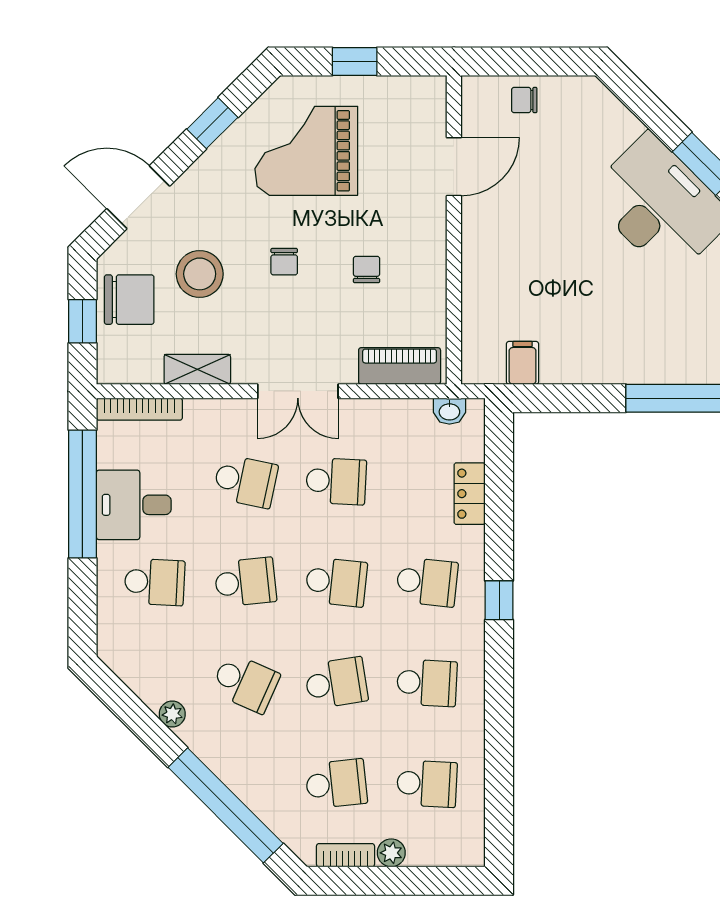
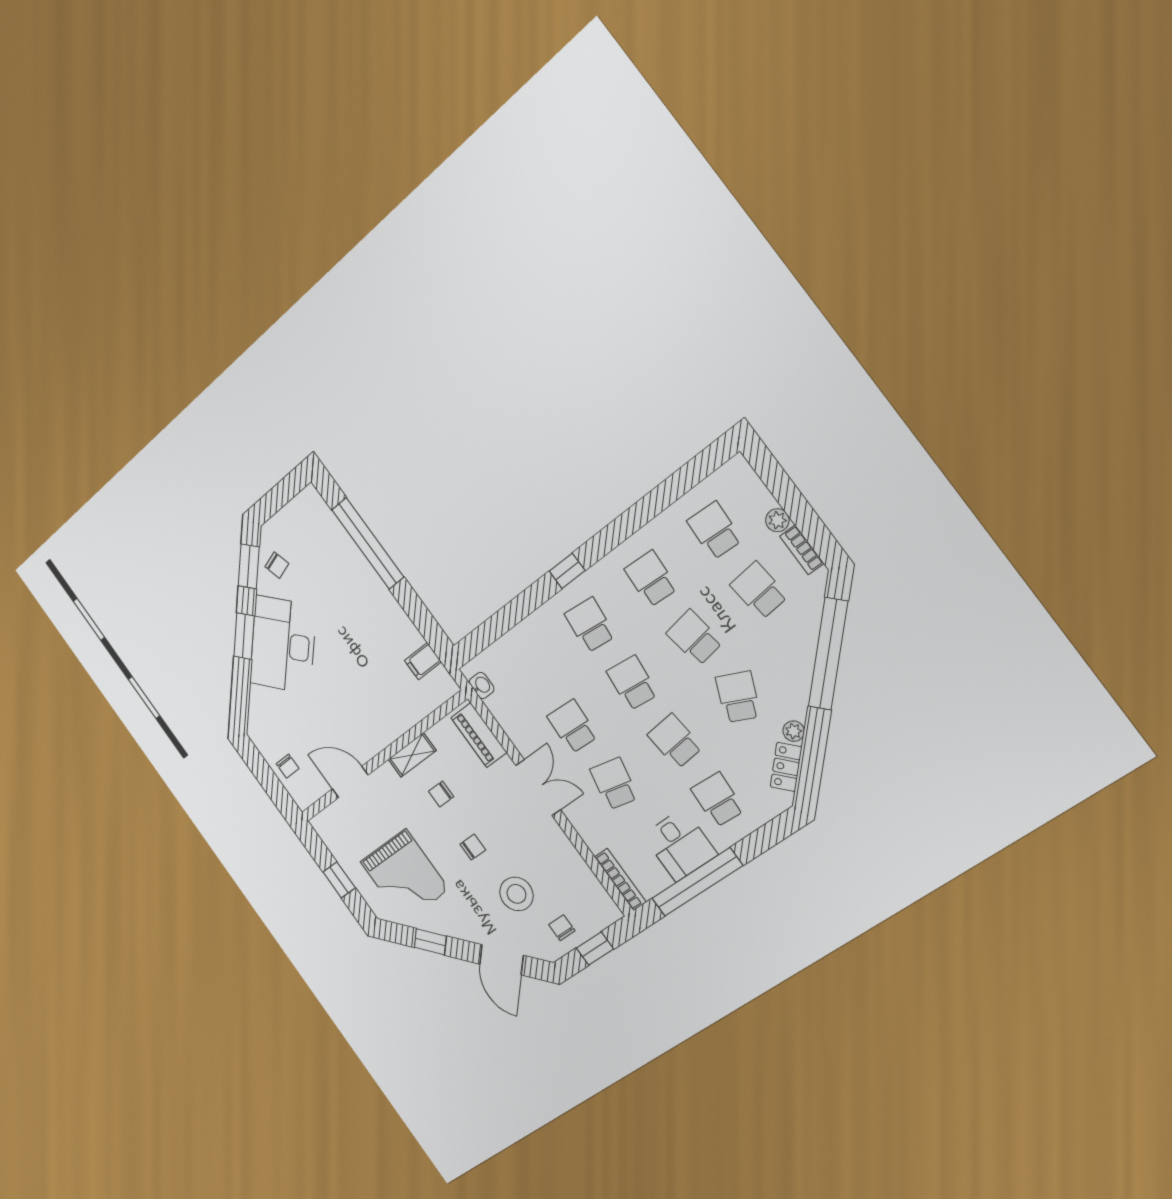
chair: (129, 300) -> (562, 928), width x0.54, depth x0.54
shelving: (197, 369) -> (412, 755), moved, turned 90
locker: (470, 494) -> (786, 767), moved, turned 135

